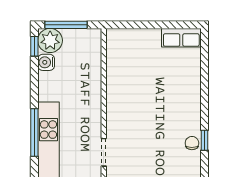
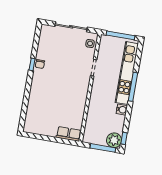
row of seats: (181, 38) -> (69, 134), moved
water cooler: (46, 62) -> (122, 110), moved

